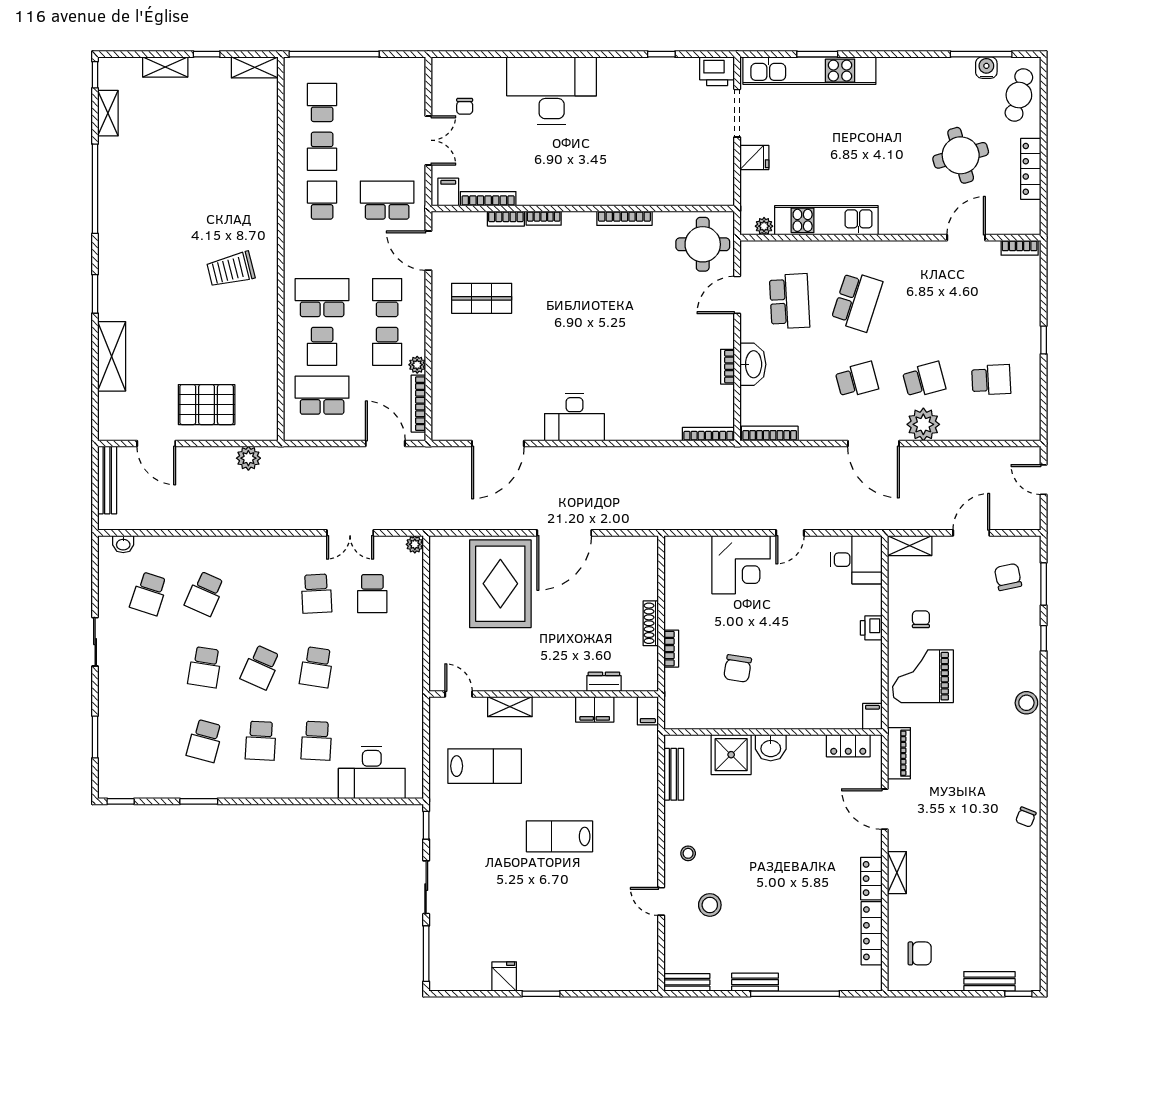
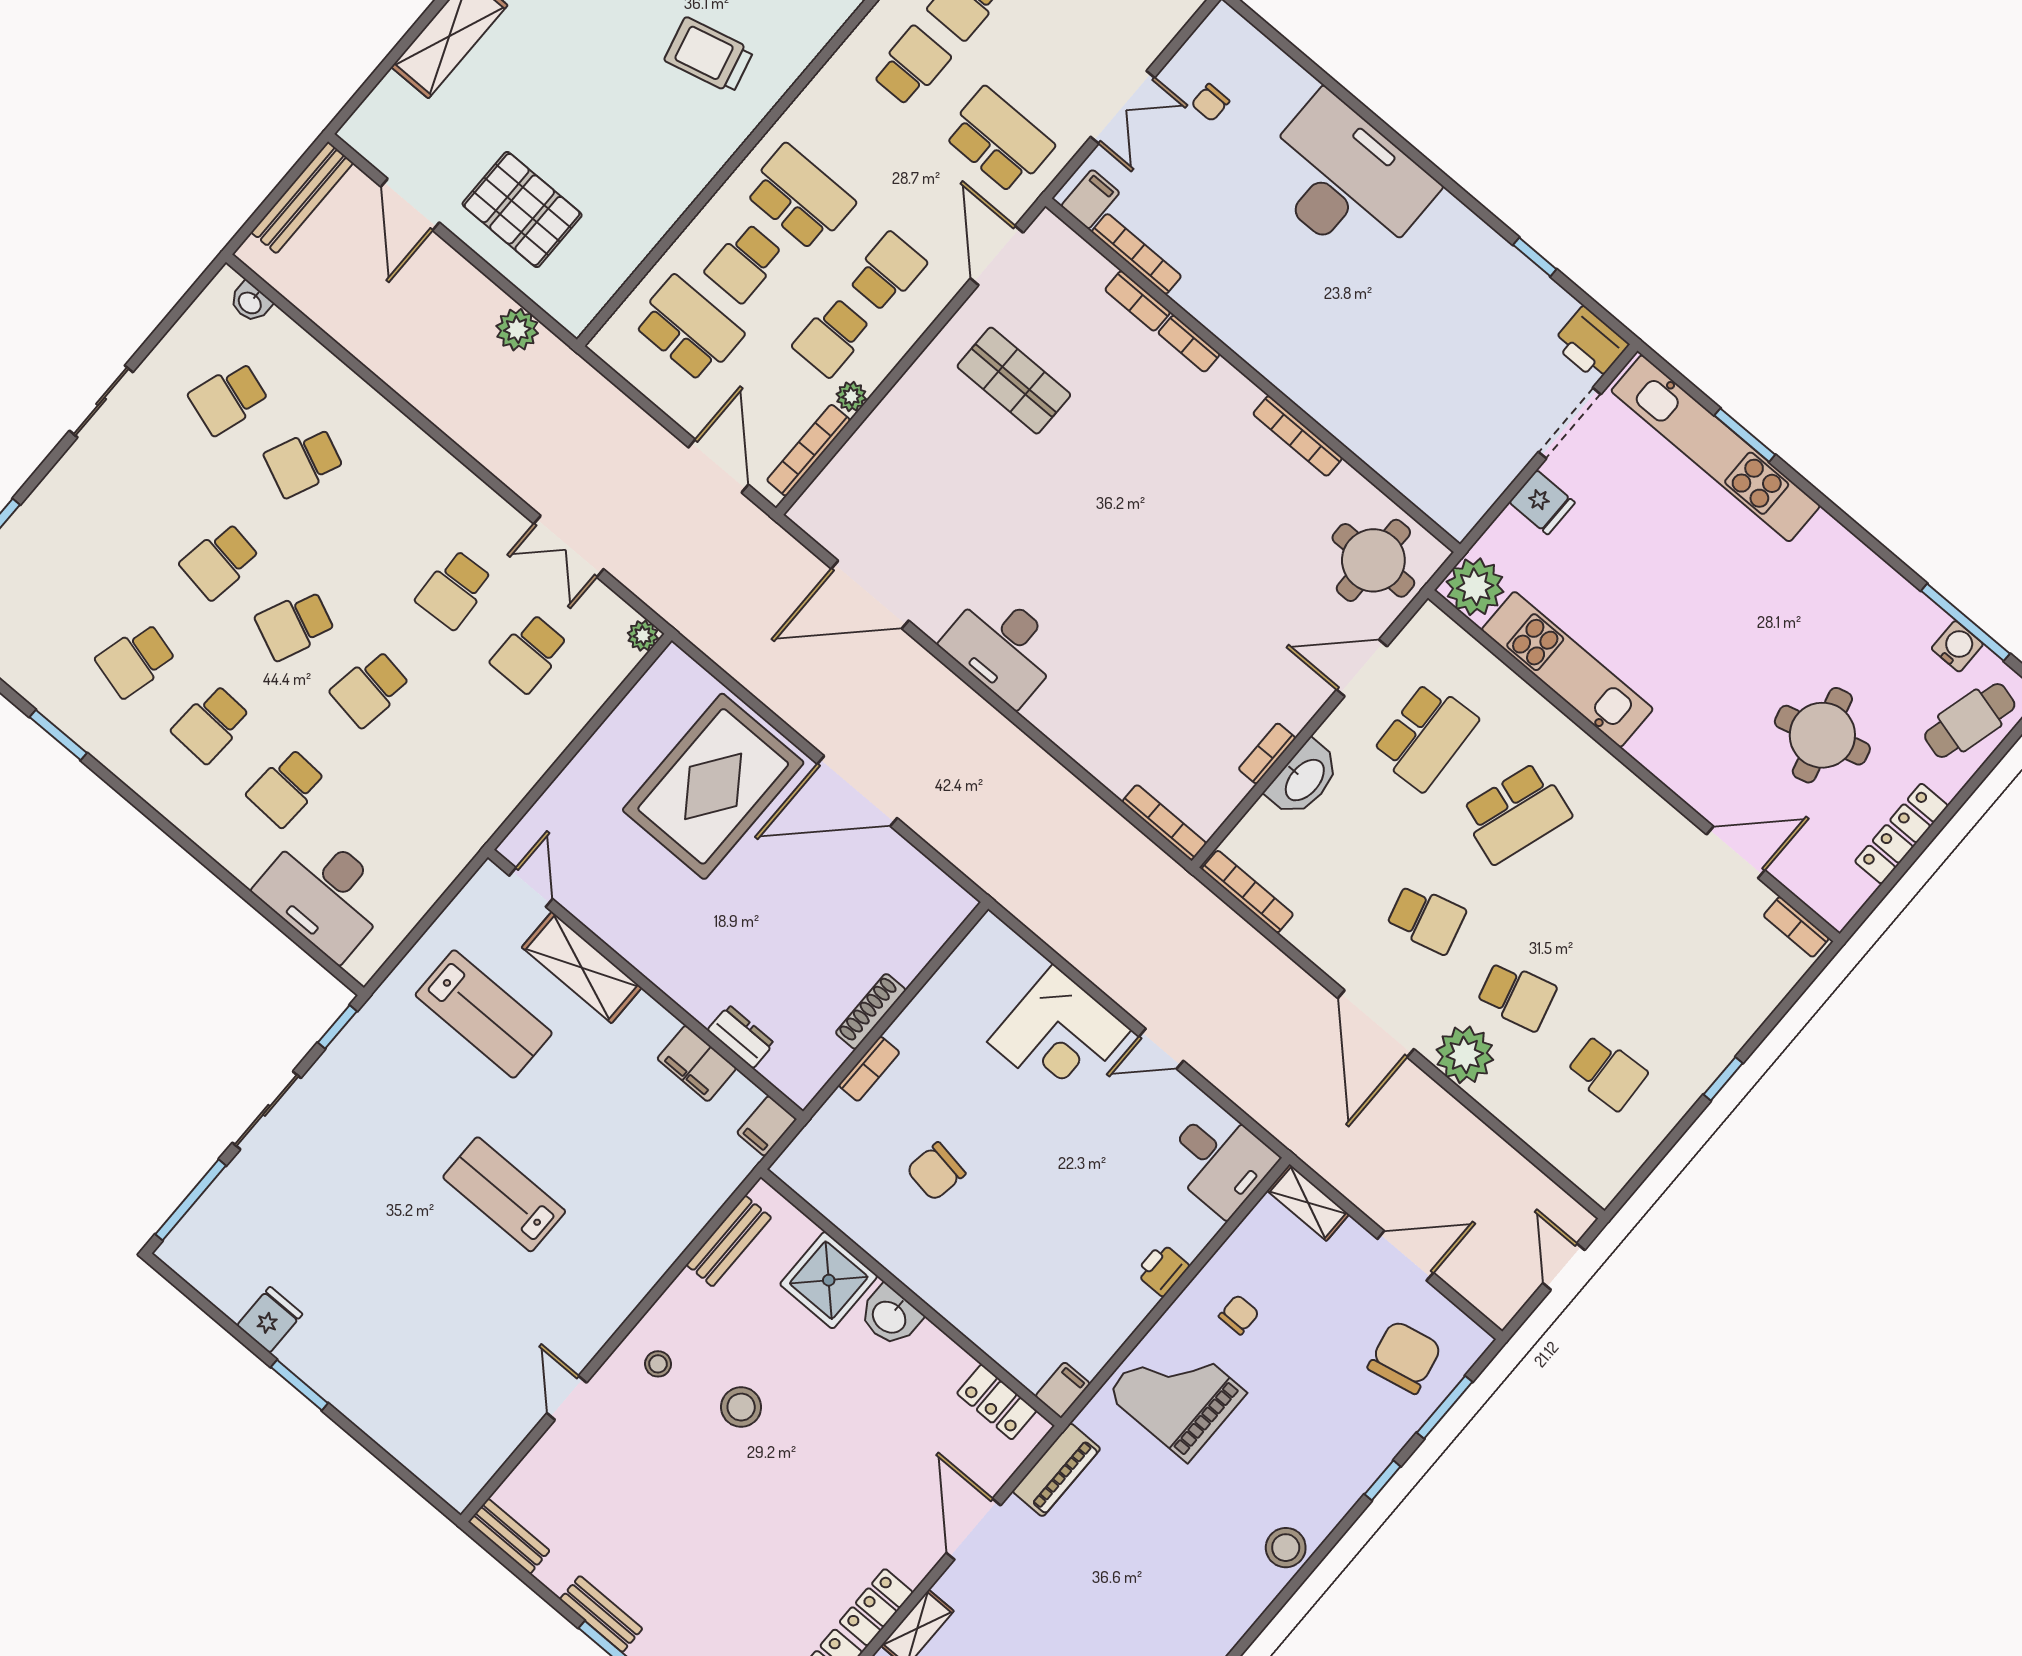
plant: (764, 226) -> (1475, 587), width x1.88, depth x1.88
chair: (1008, 577) -> (1405, 1357), width x1.37, depth x1.37
shelving: (510, 707) -> (582, 967), width x1.50, depth x1.33
stool: (710, 905) -> (741, 1407), moved

